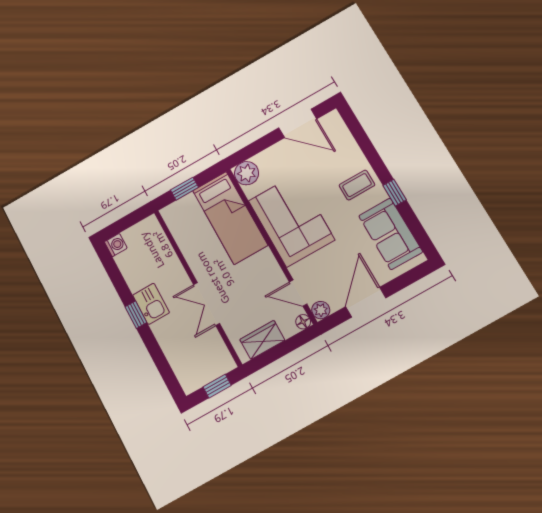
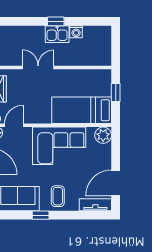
tv unit: (340, 132) -> (95, 205), added
washing machine: (116, 245) -> (76, 32), moved

